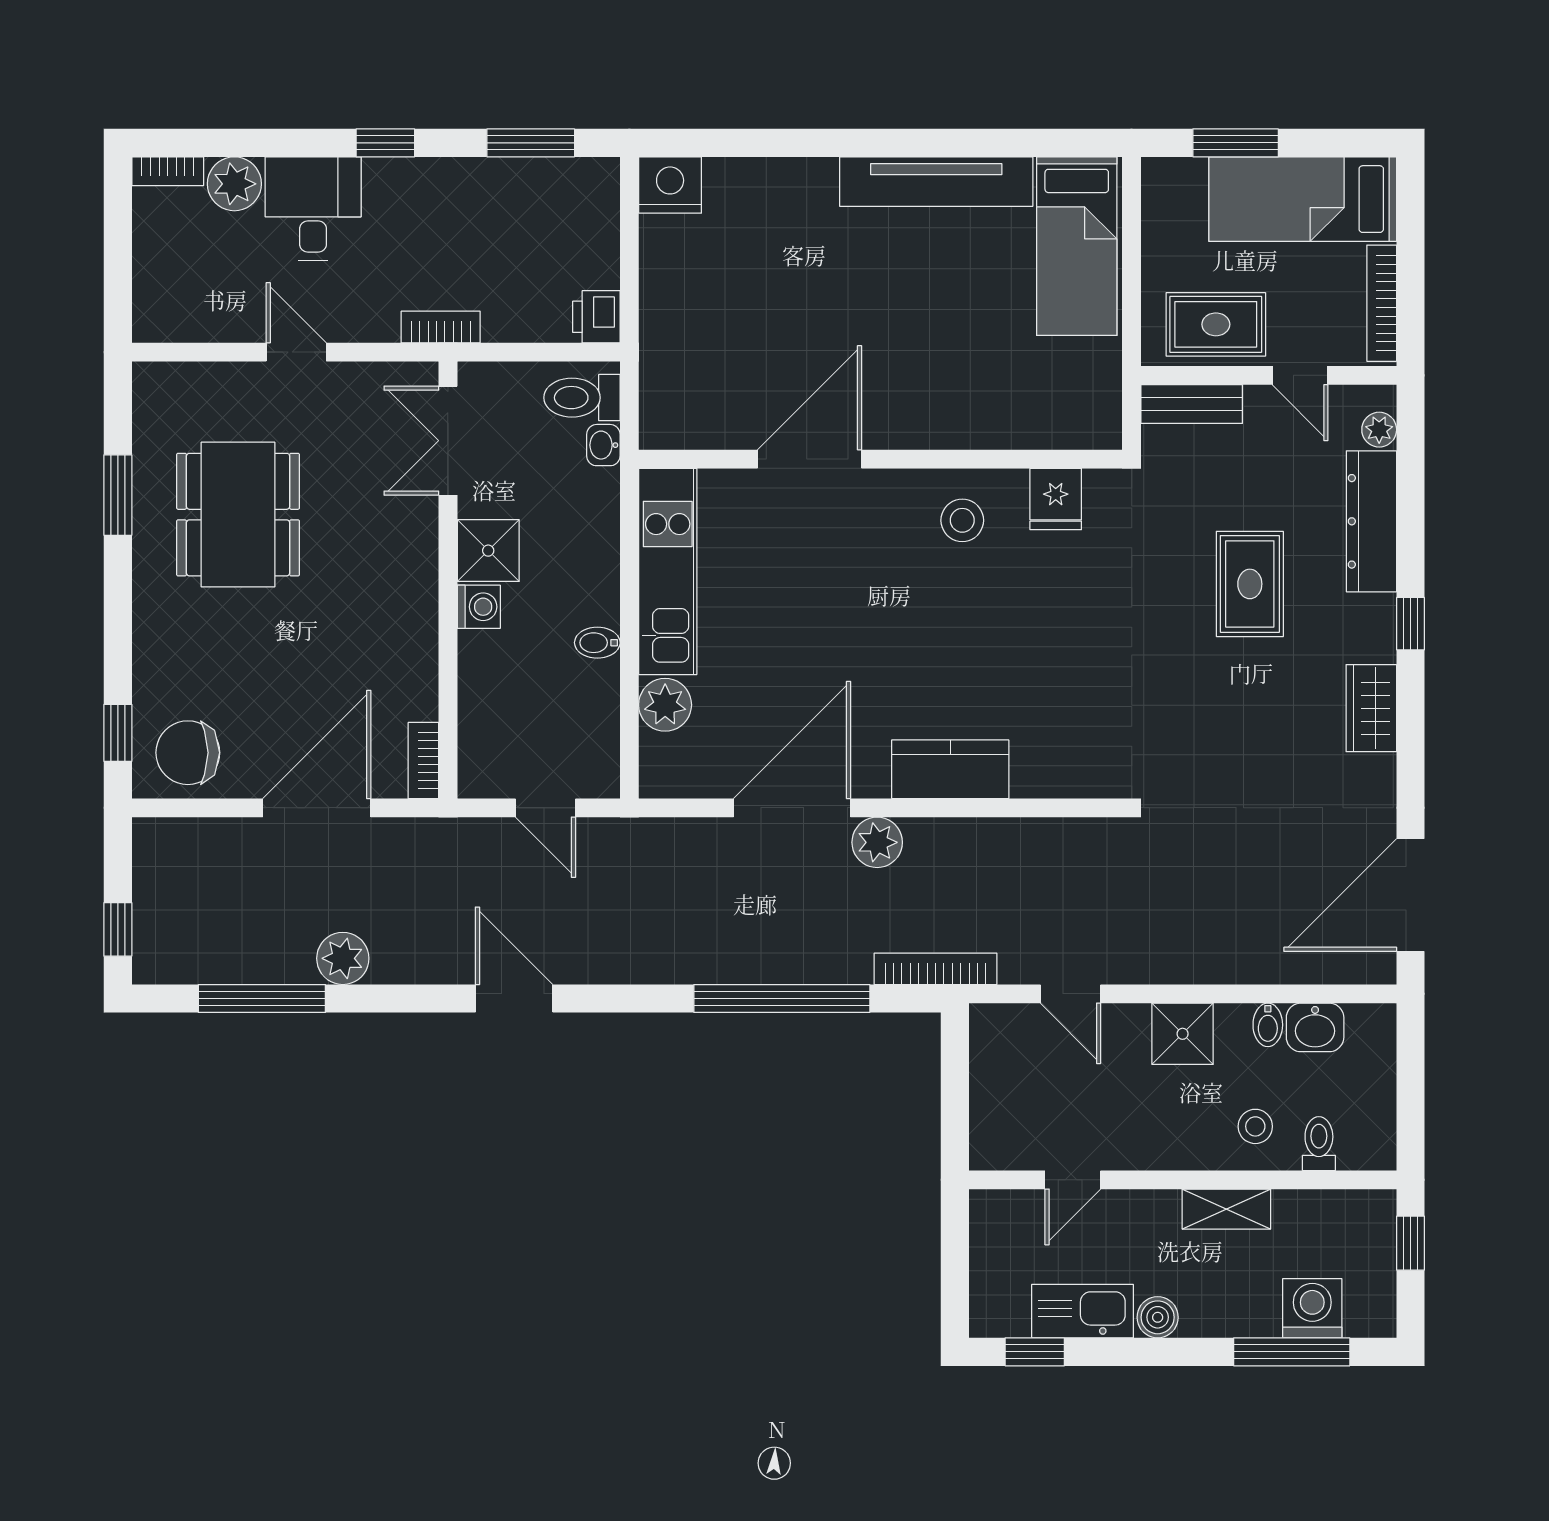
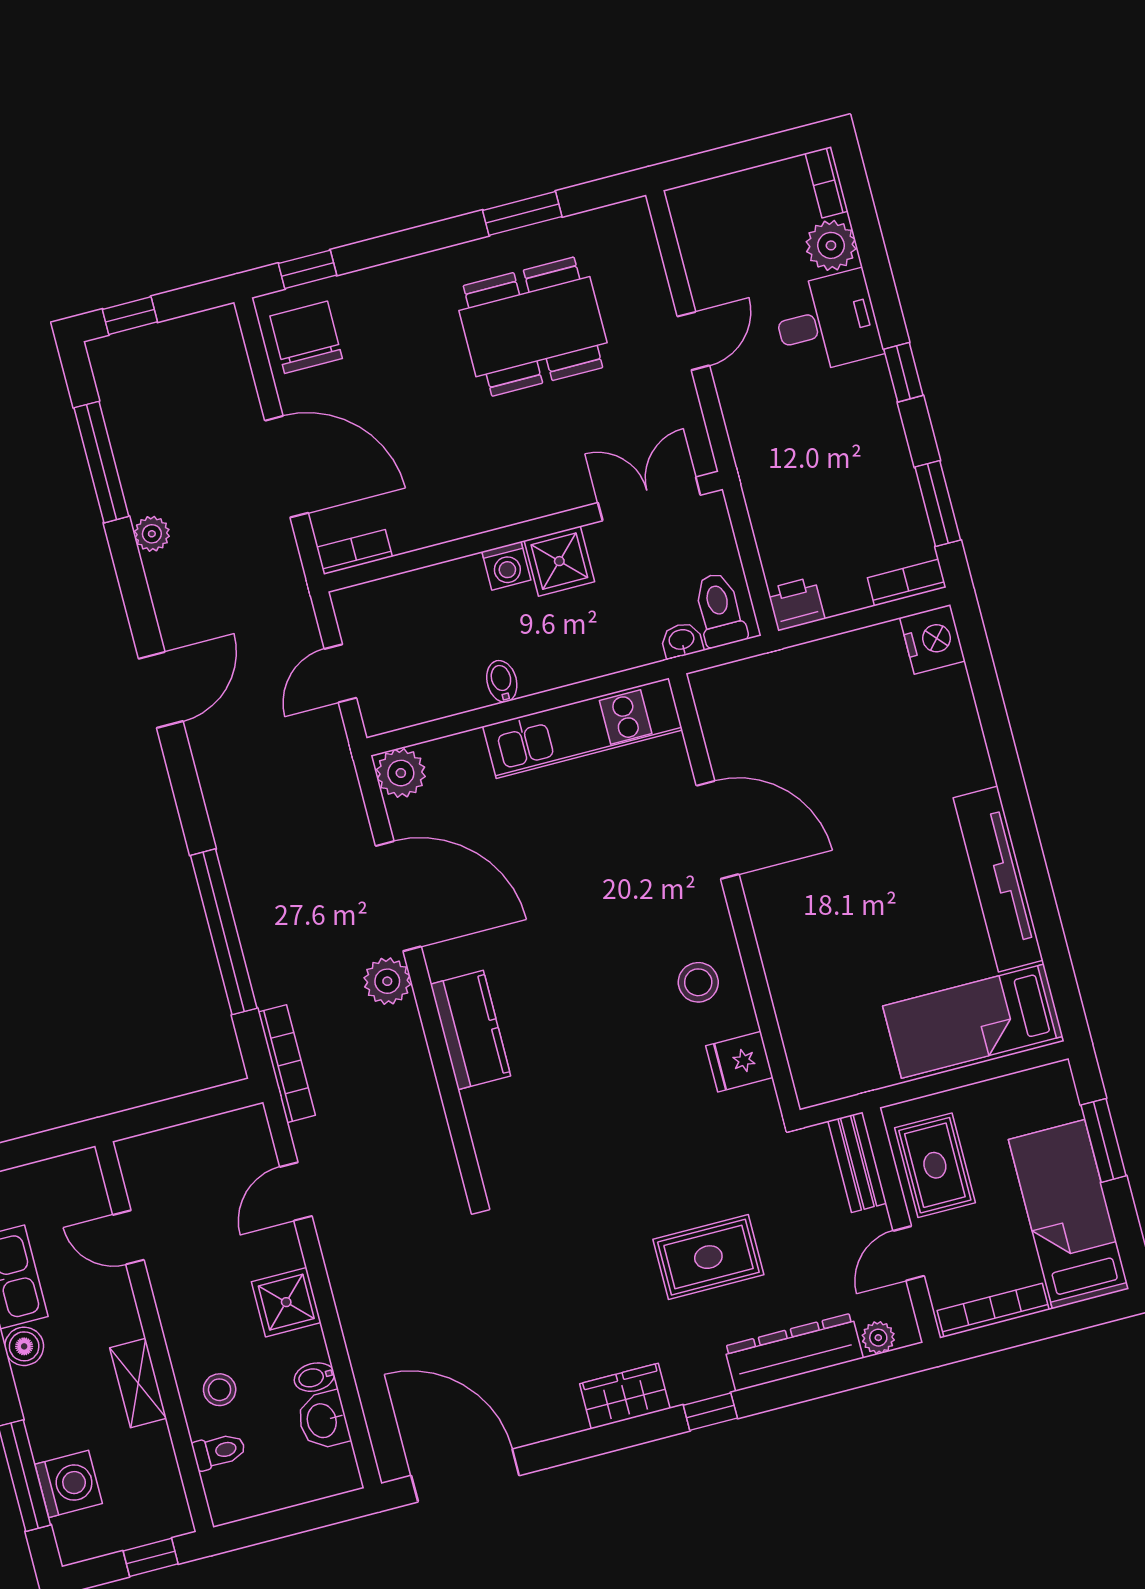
bookcase: (441, 327) -> (907, 583), moved, turned -90
plant: (665, 705) -> (401, 773), moved
plant: (343, 958) -> (152, 534), width x0.73, depth x0.73

